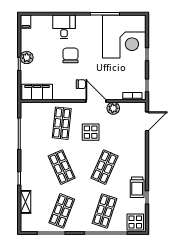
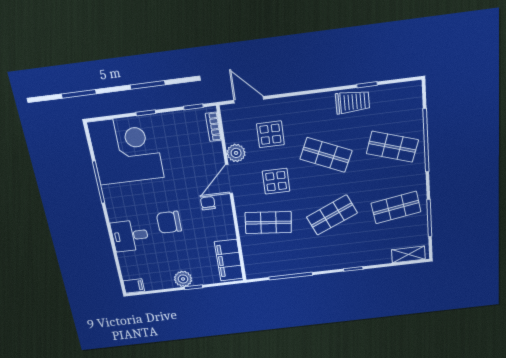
shelving: (26, 202) -> (408, 254), moved
shop shelf: (62, 211) -> (396, 207), turned -30
display table: (135, 222) -> (270, 134), moved

